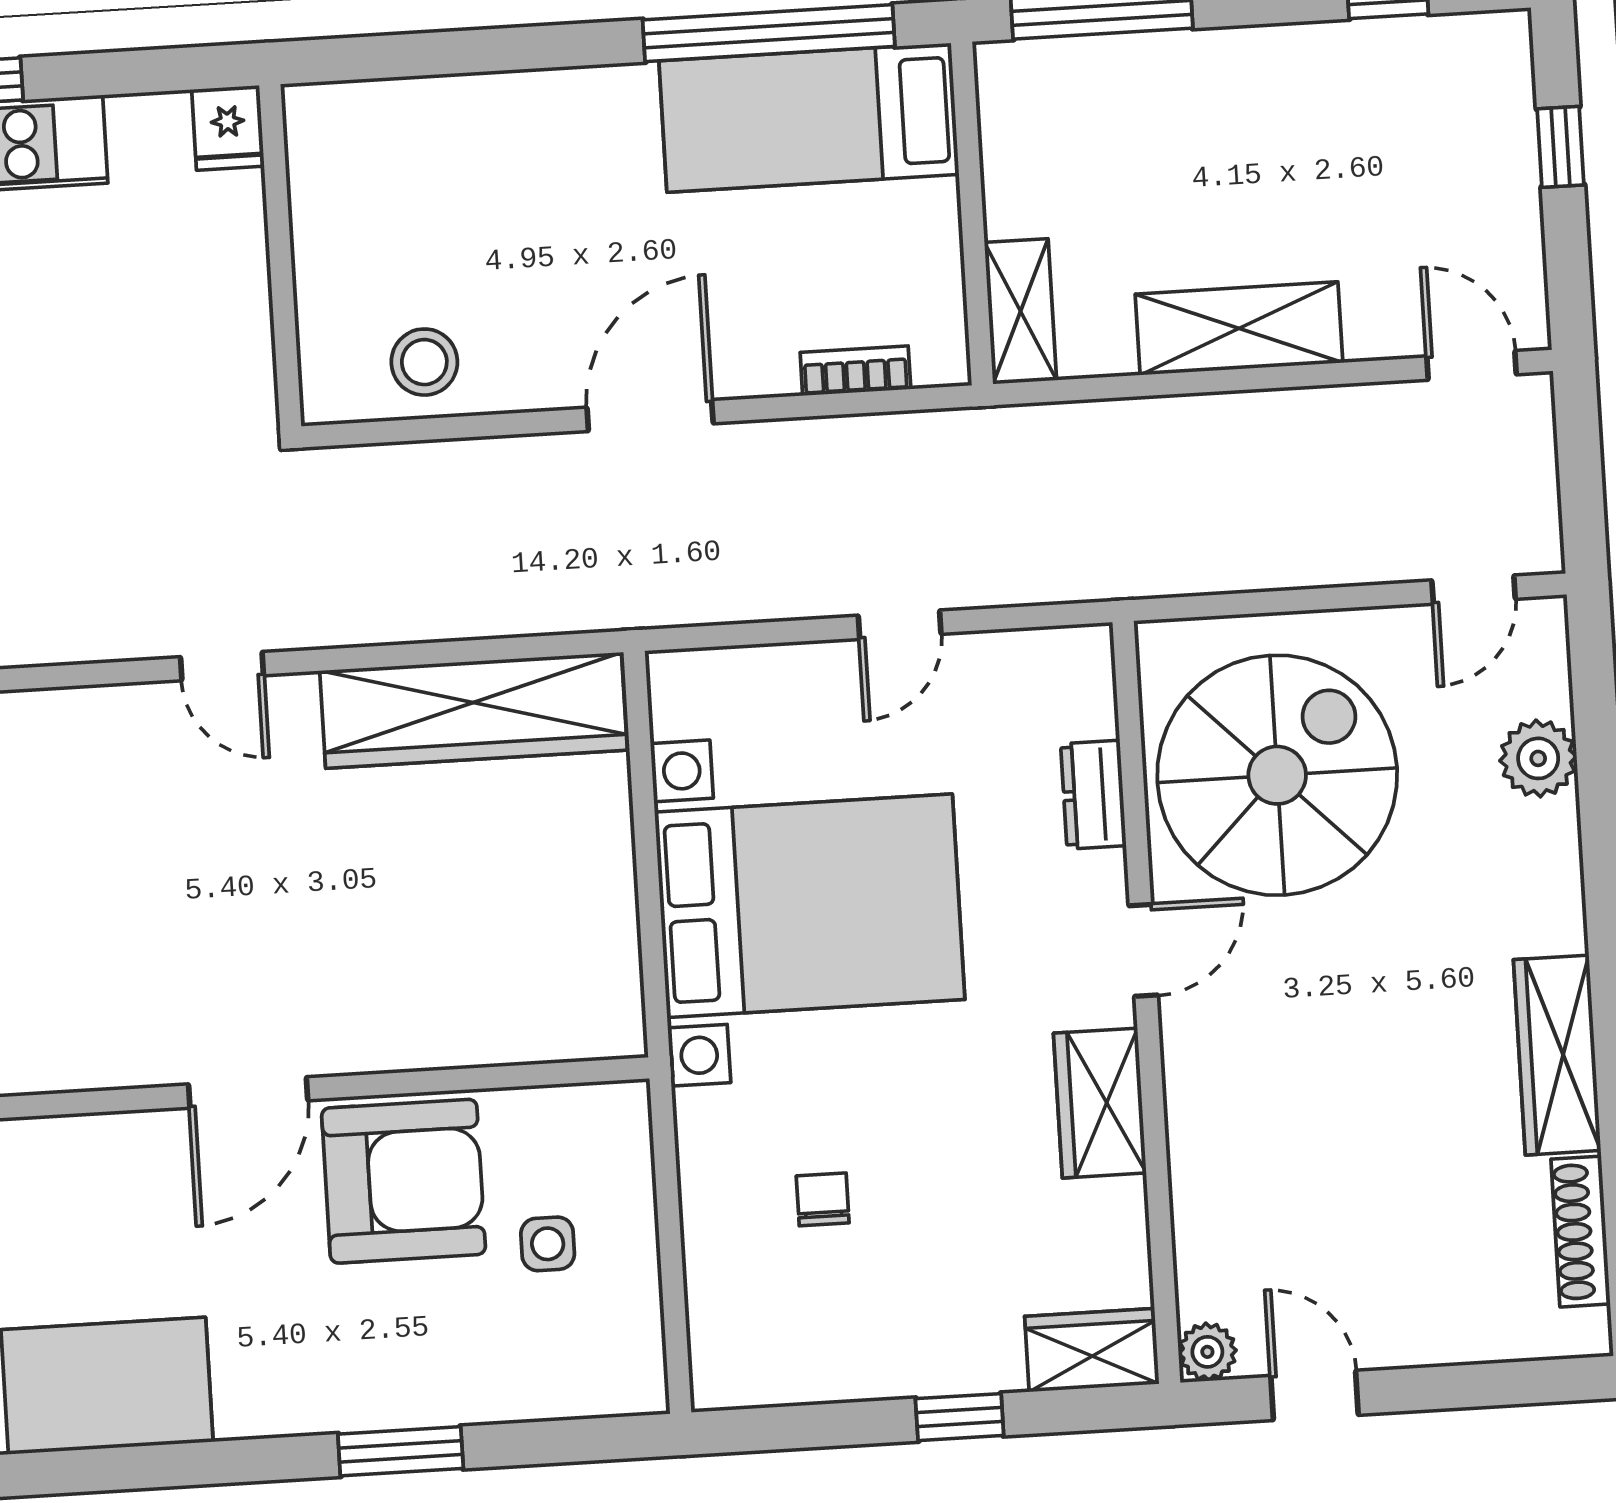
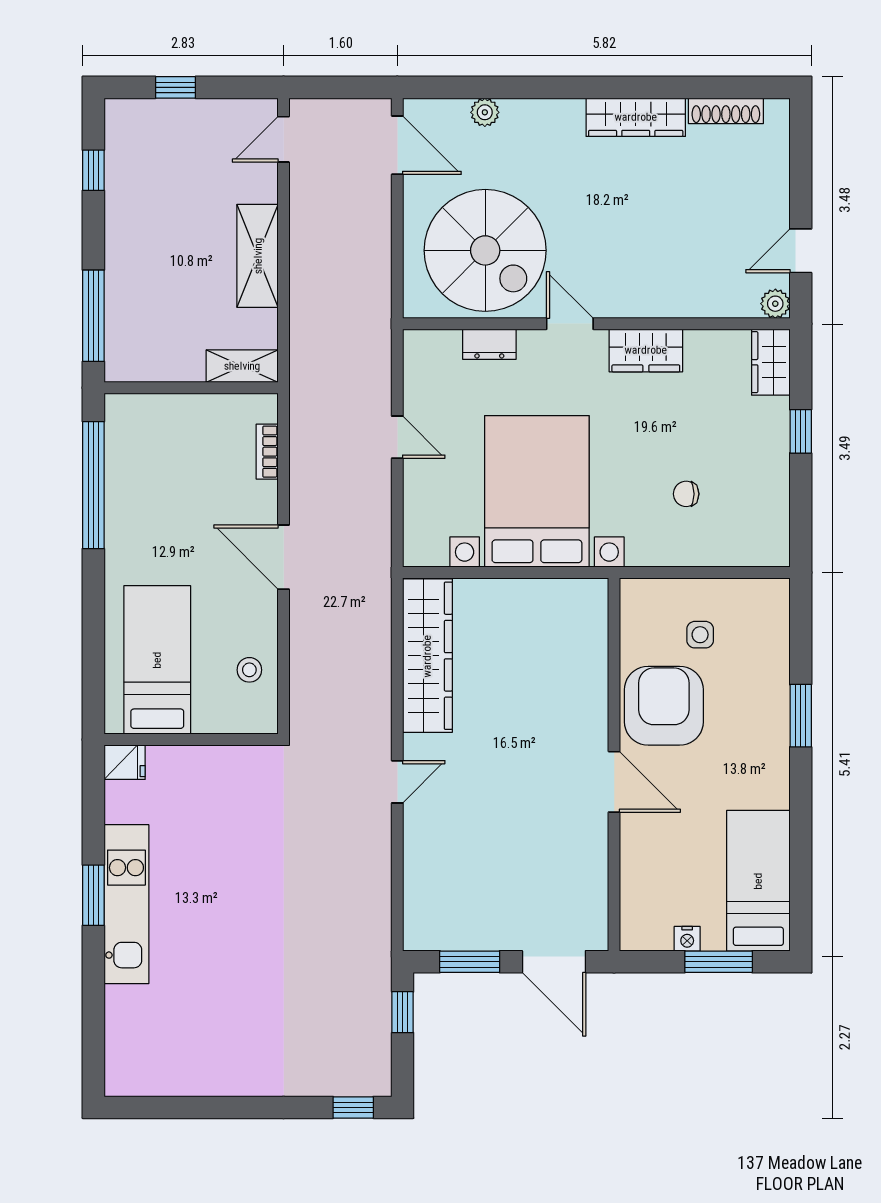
bed: (809, 118) -> (157, 660), moved, turned 180
stool: (424, 362) -> (249, 670), width x0.73, depth x0.73
door: (1474, 590) -> (397, 145), width x1.38
plant: (1538, 758) -> (485, 112), width x0.73, depth x0.73
spiral stairs: (1277, 775) -> (485, 250), turned 180

